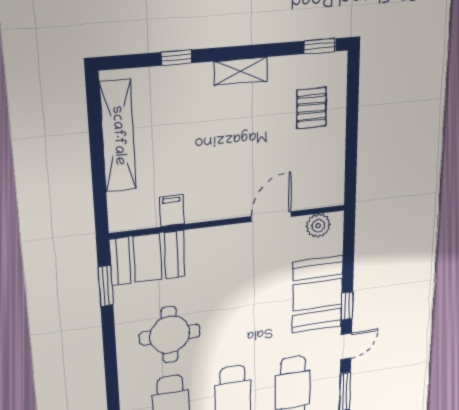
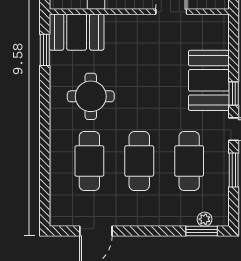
plant: (318, 226) -> (209, 23), removed

